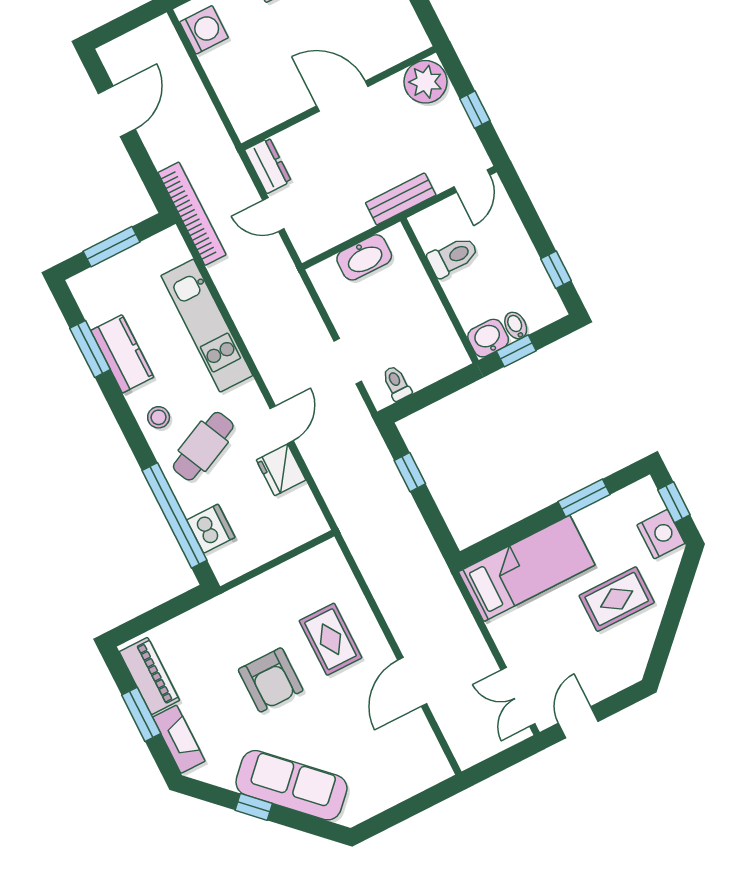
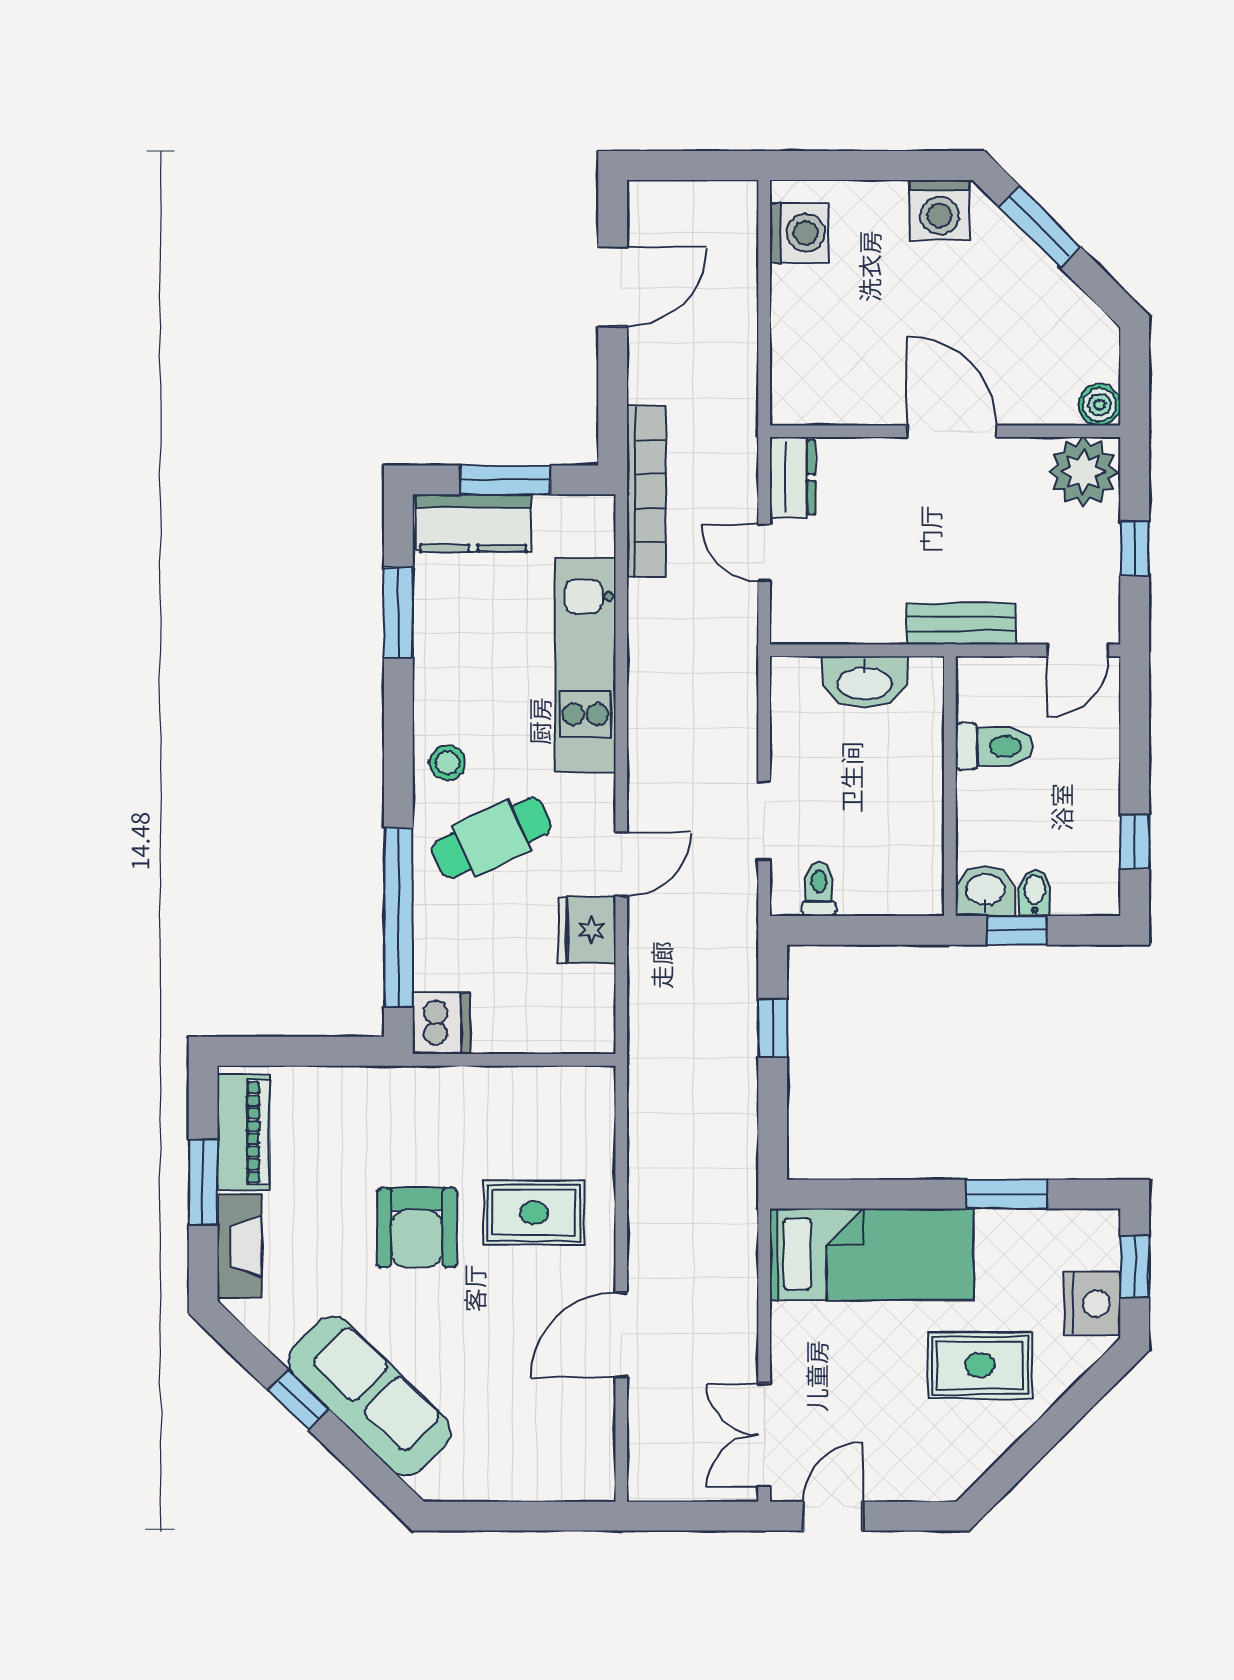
boiler: (416, 41) -> (1099, 405), added
kitchen counter: (122, 354) -> (474, 523), moved, turned 90
dishwasher: (211, 529) -> (441, 1023), moved
rug: (330, 639) -> (534, 1213), turned 90

